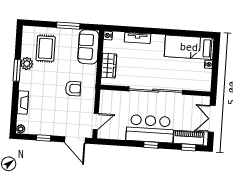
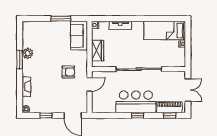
rug: (46, 48) -> (43, 39), removed
double door: (212, 119) -> (188, 90), swing flipped
door: (96, 121) -> (89, 84), moved

